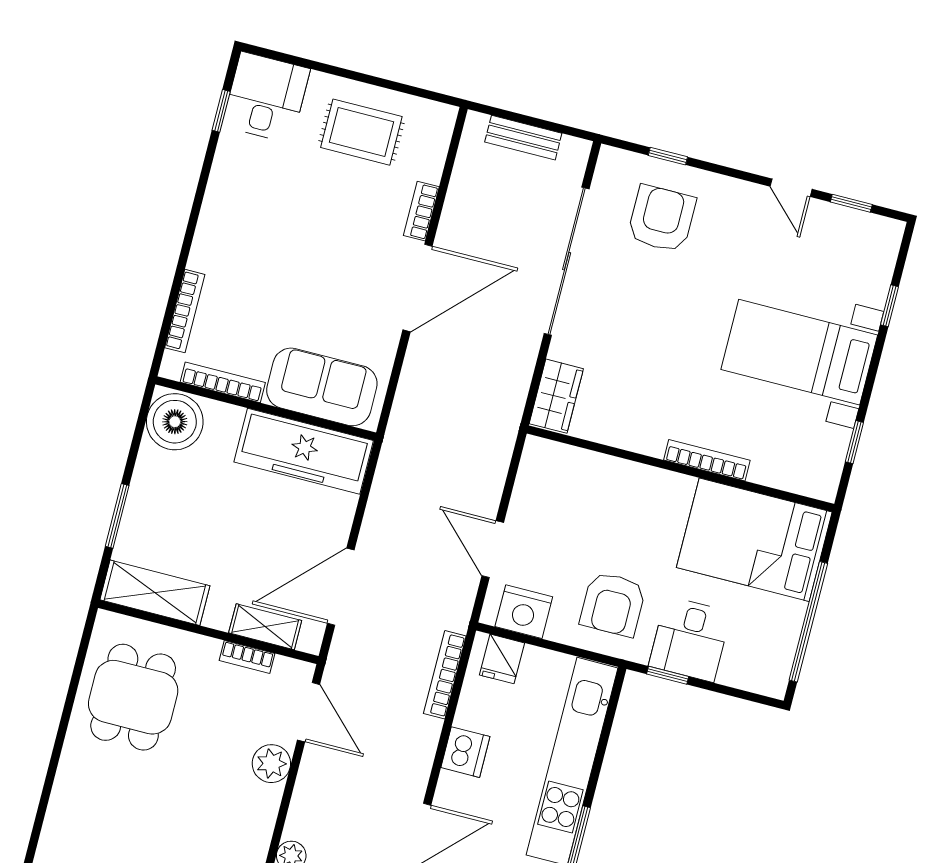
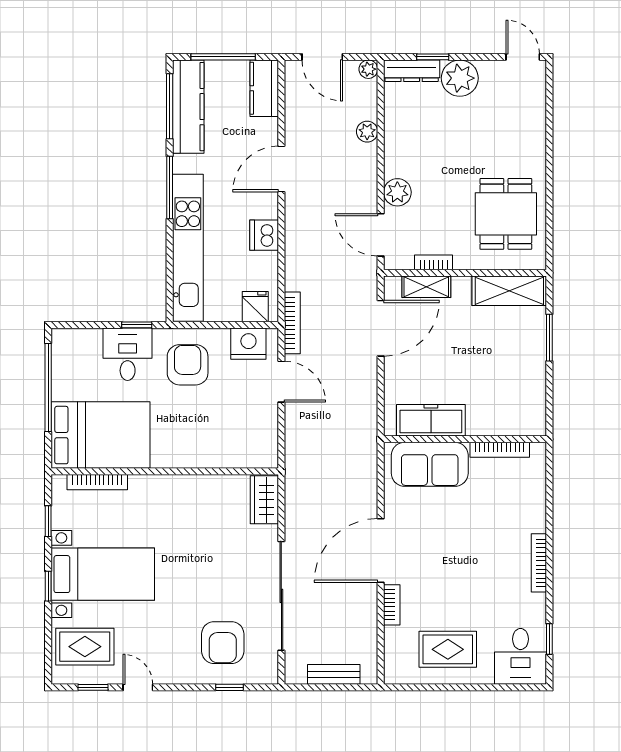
rug: (848, 261) -> (85, 647), added
window: (889, 306) -> (48, 586), moved
bookcase: (185, 311) -> (539, 563), moved
boiler: (175, 422) -> (526, 414), removed
freezer: (304, 451) -> (431, 420), width x0.73, depth x0.79
bookcase: (707, 460) -> (97, 482), moved
bookcase: (445, 675) -> (292, 323), moved

